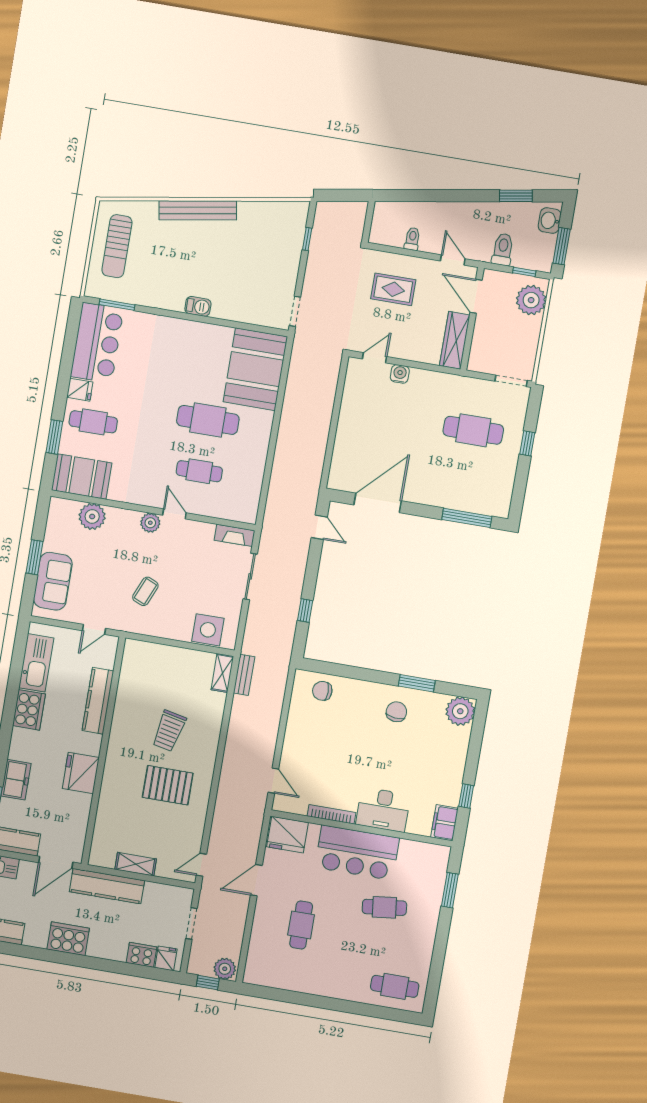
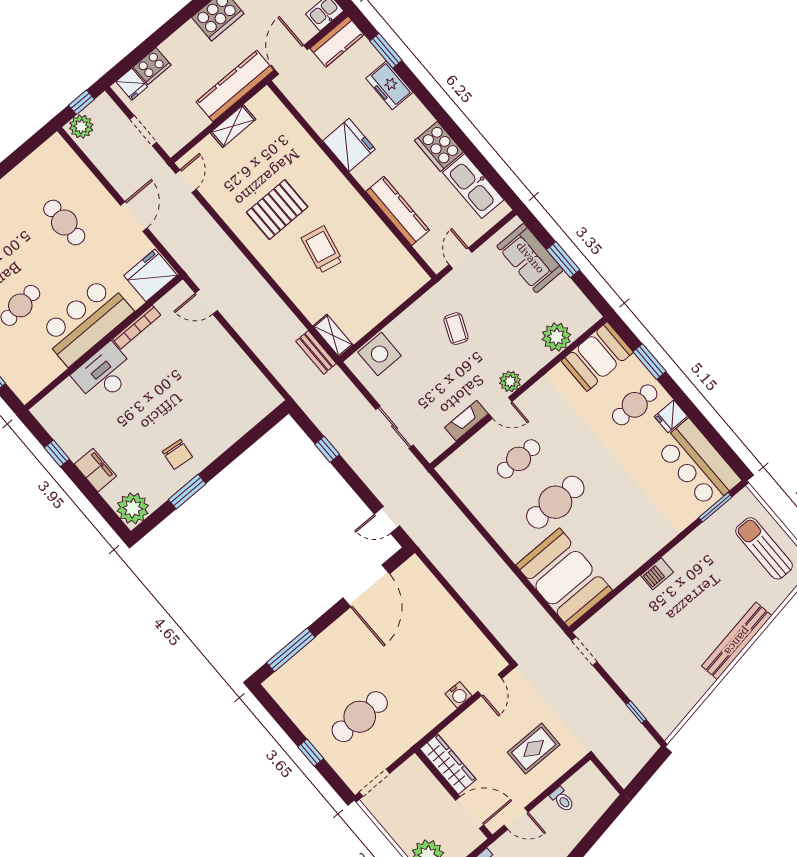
fireplace: (235, 535) -> (466, 421), moved
chair: (322, 691) -> (247, 407), removed
filing cabinet: (444, 823) -> (95, 470), moved

